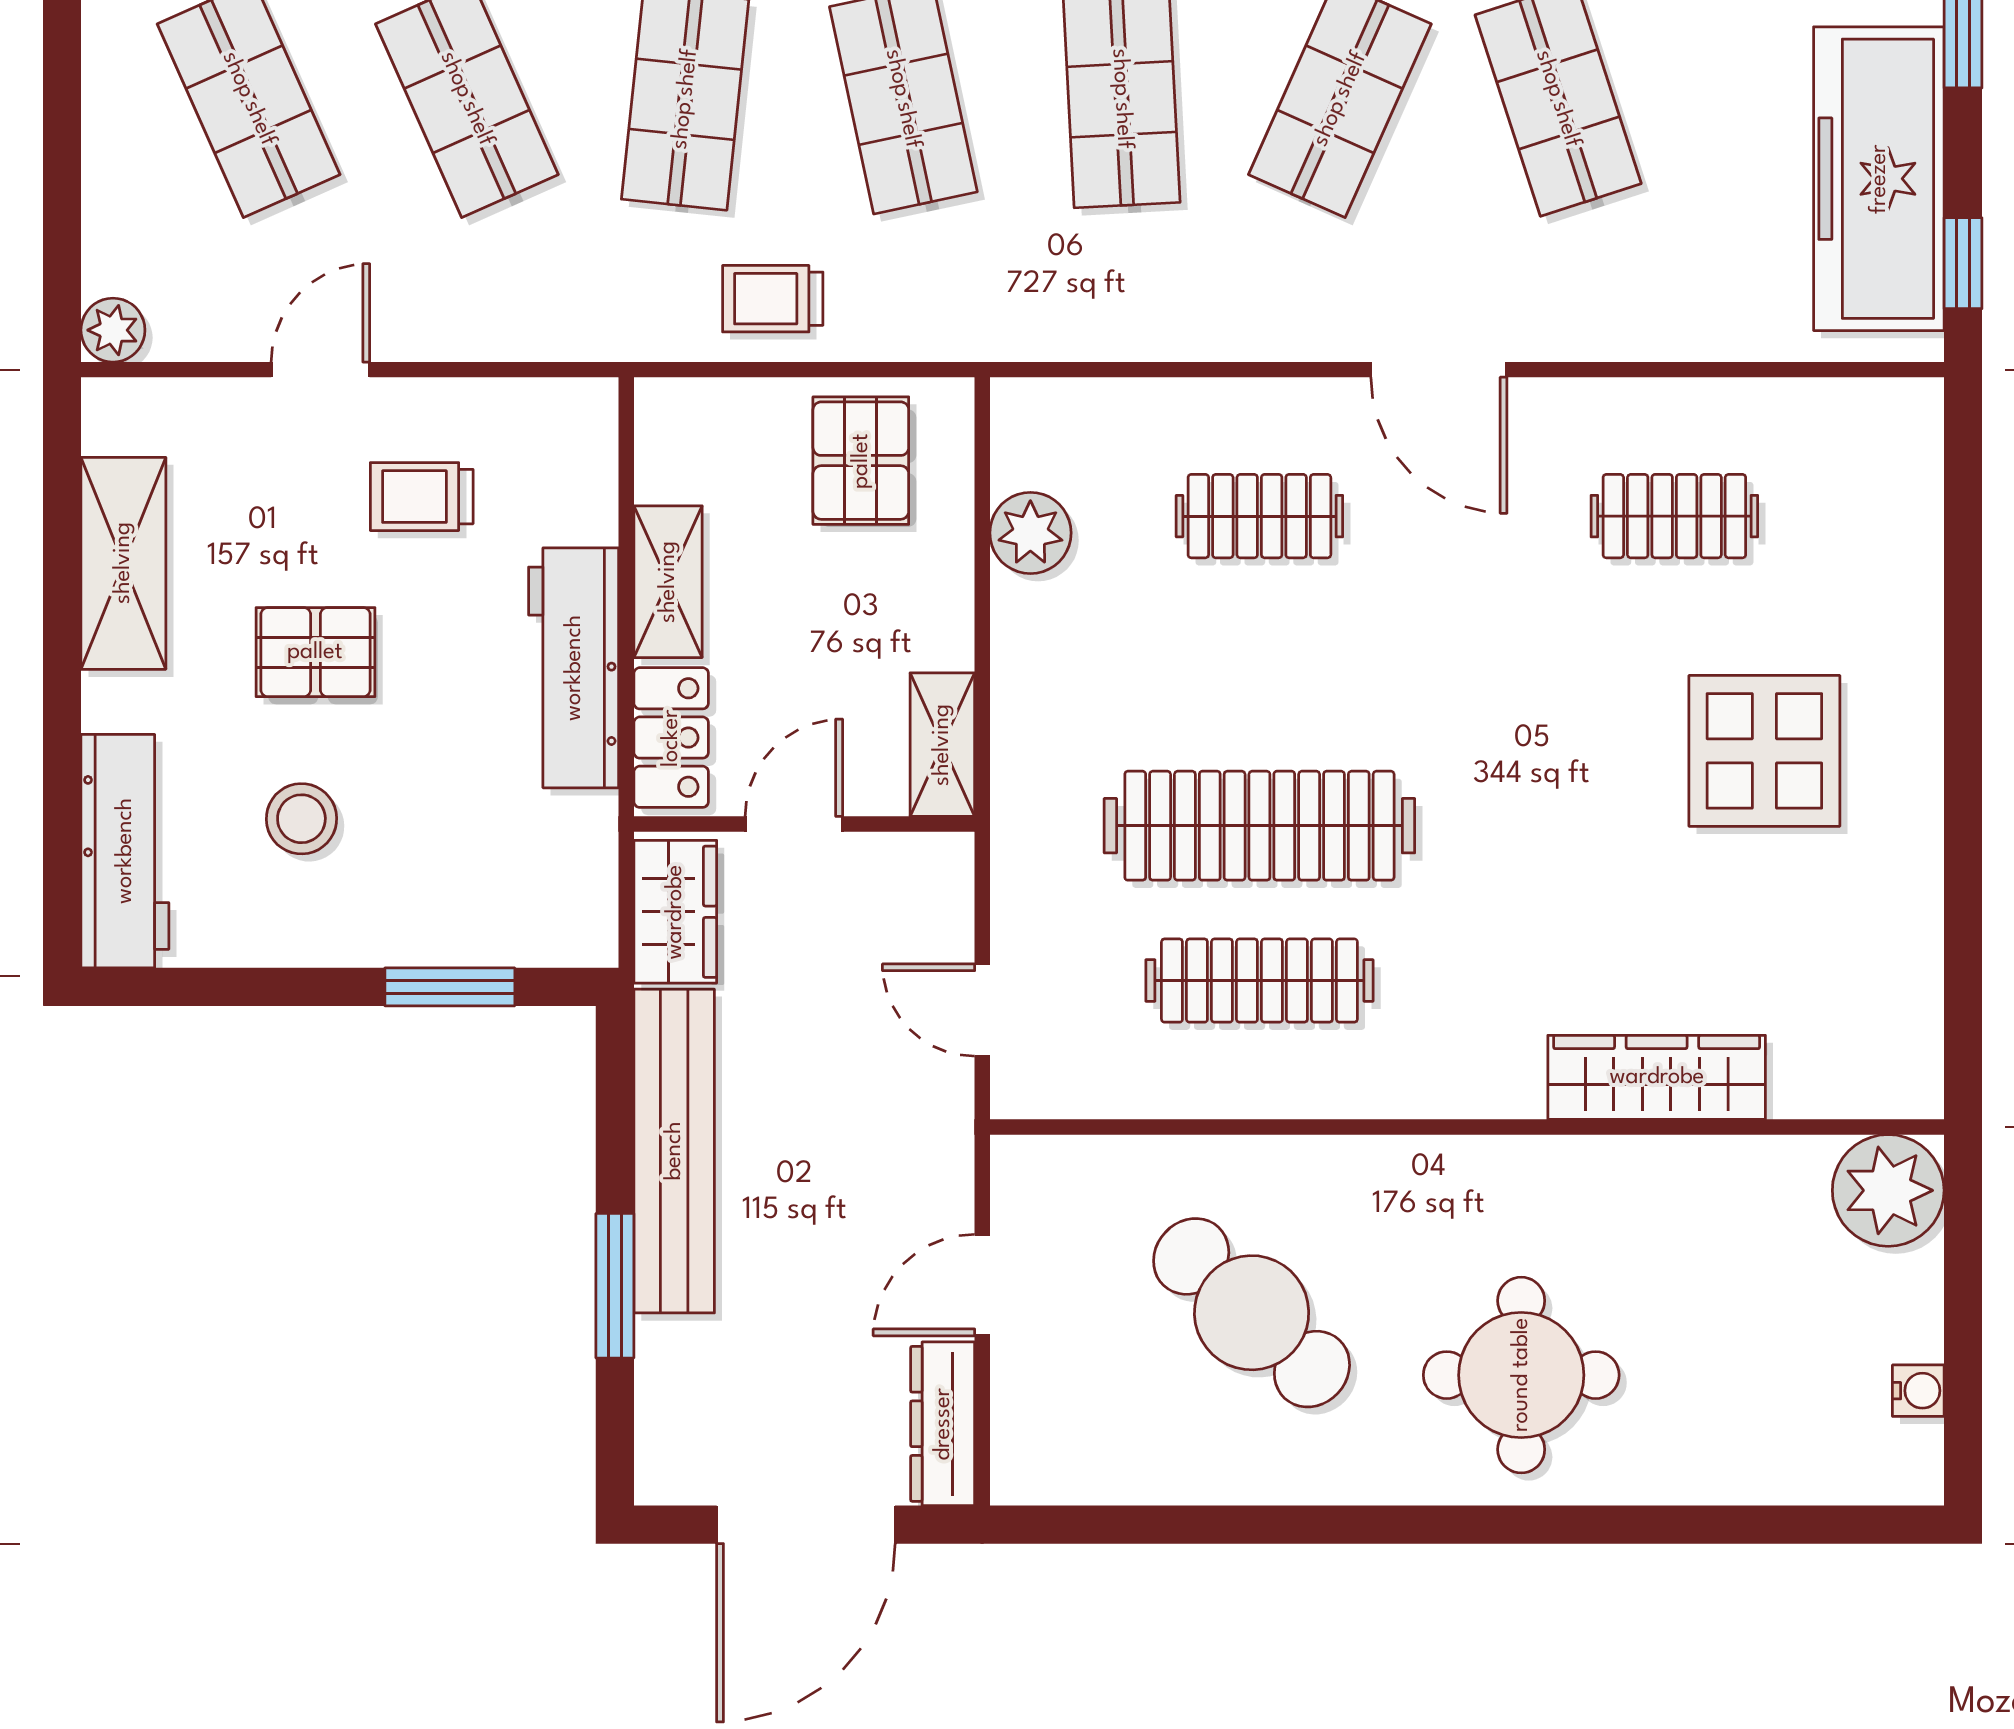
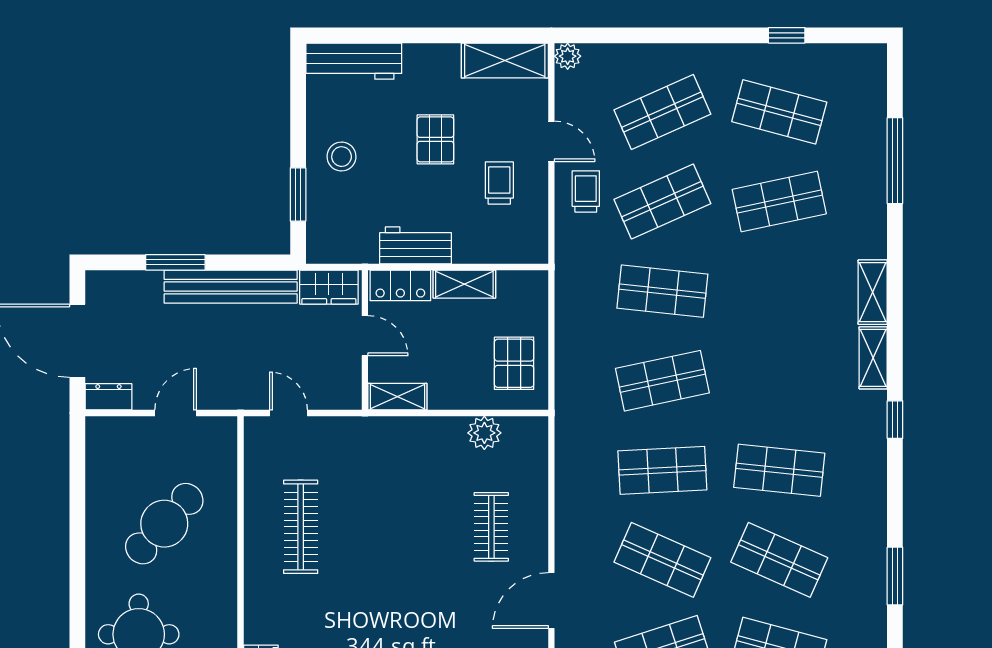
trolley: (773, 299) -> (586, 191), moved
pallet: (861, 461) -> (514, 363), turned 90
shelving: (123, 563) -> (505, 61), moved
workbench: (574, 668) -> (416, 245), width x0.73
stool: (301, 819) -> (342, 157), moved
clothes rail: (1259, 826) -> (364, 527), removed
door: (982, 1010) -> (289, 413), hinge flipped
door: (982, 1285) -> (176, 413), hinge flipped
dresser: (943, 1424) -> (108, 397), width x0.70

